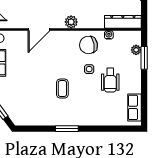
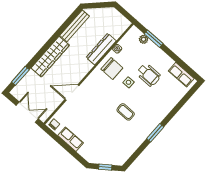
plant: (71, 22) -> (86, 66), removed
dresser: (123, 22) -> (101, 49), moved
door: (39, 29) -> (72, 93), swing flipped
chair: (88, 45) -> (112, 68), turned -80

